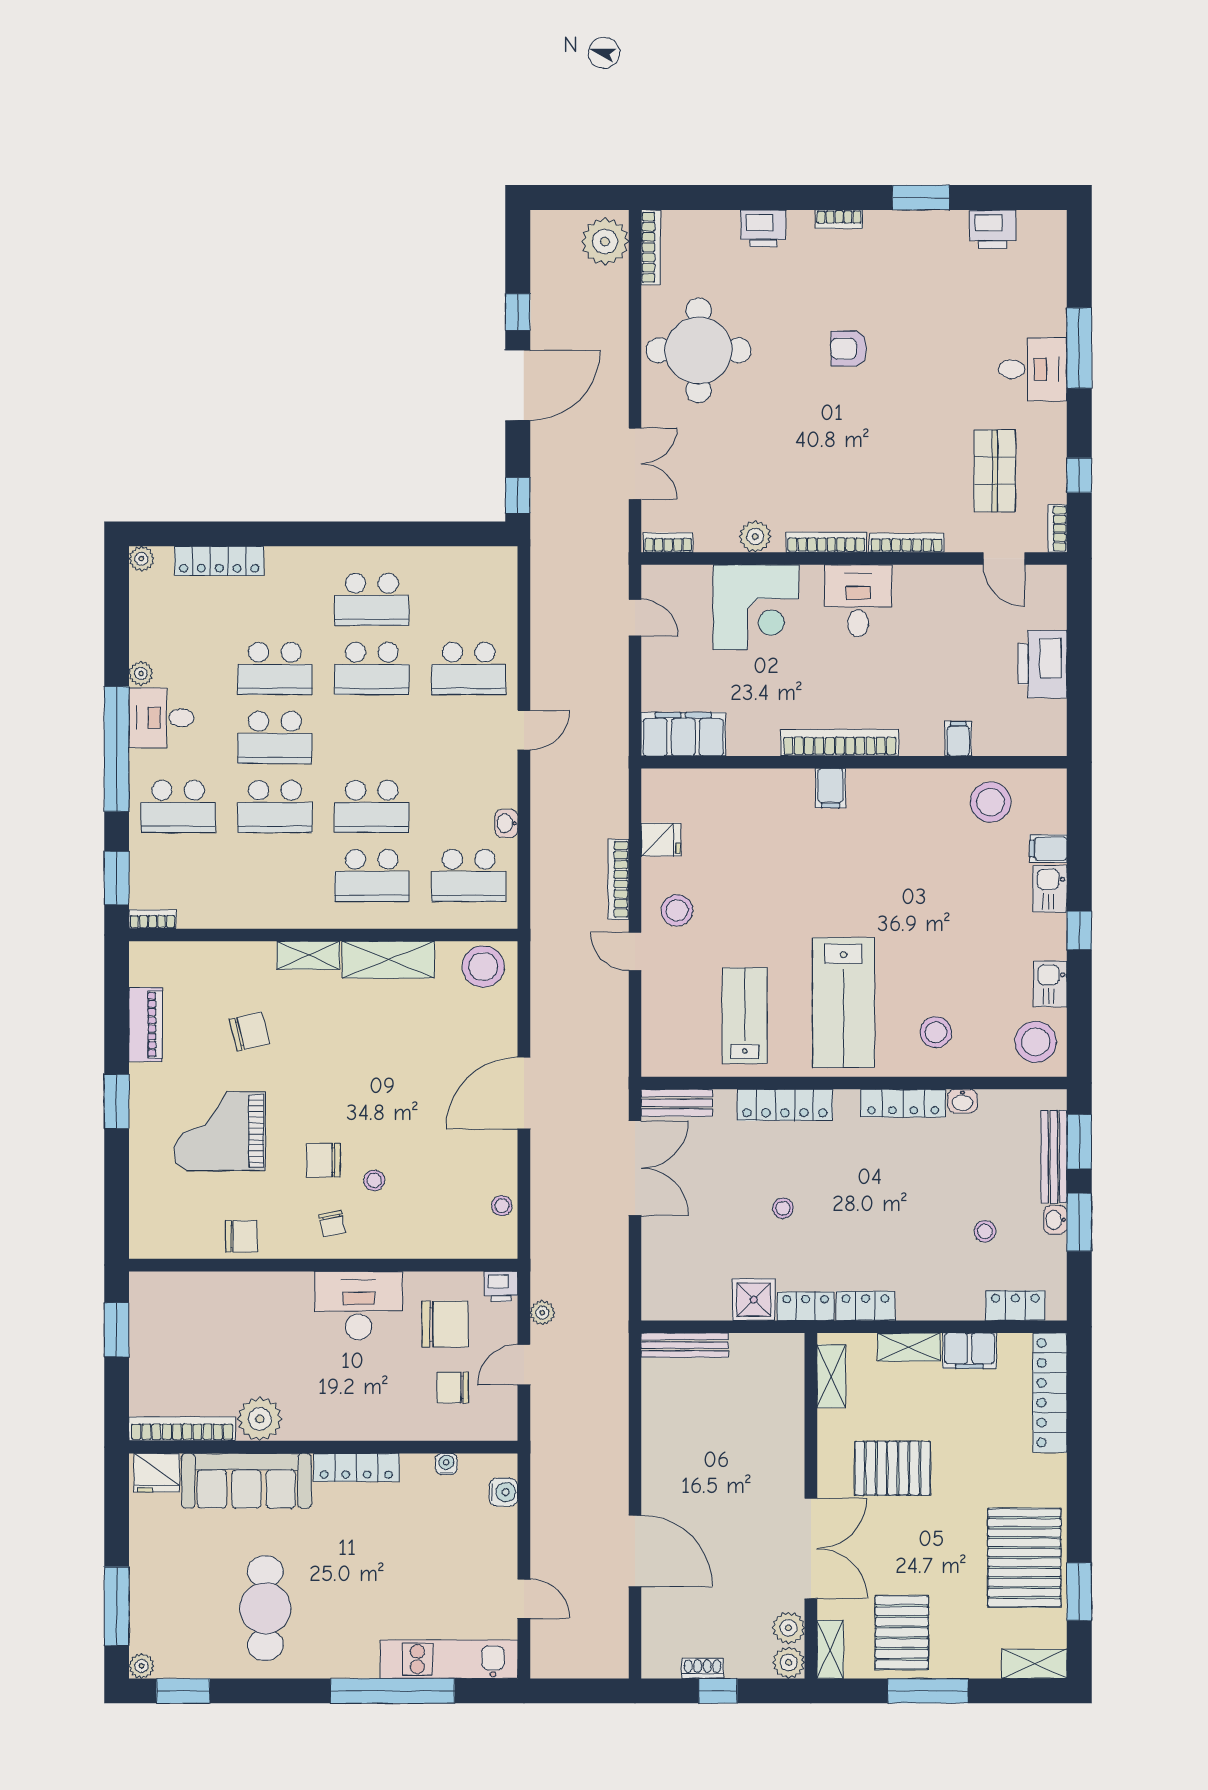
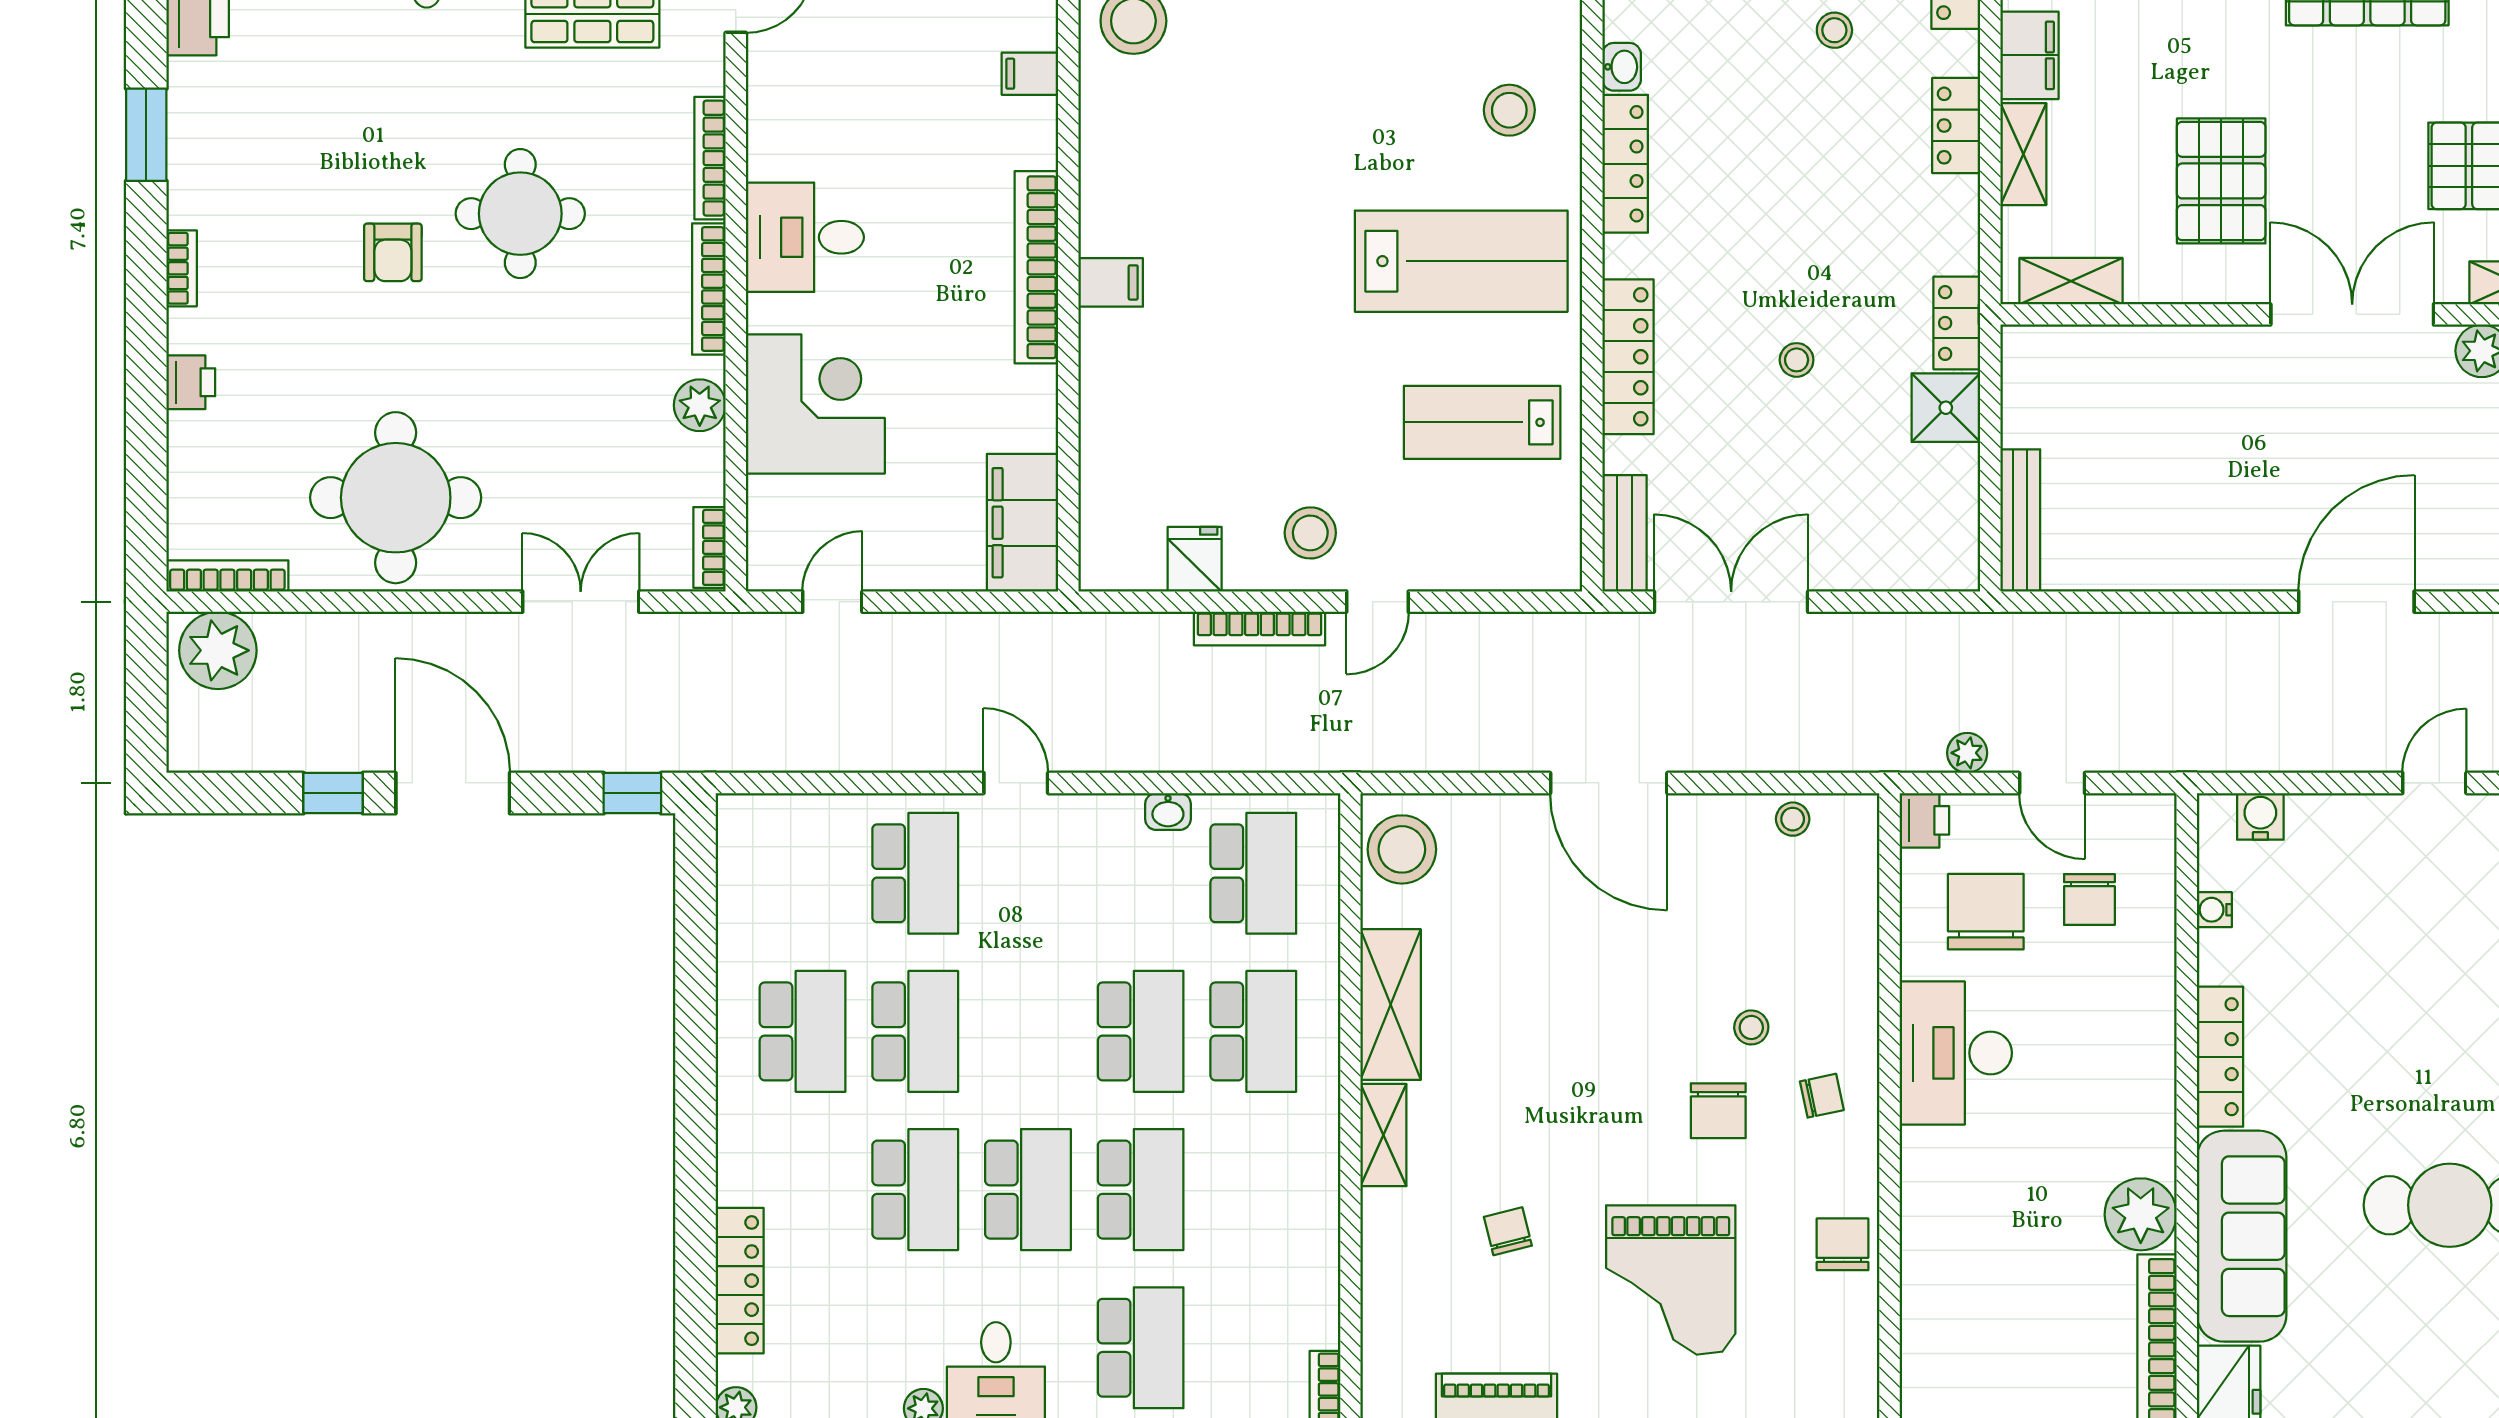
printer: (763, 228) -> (191, 382), width x0.73, depth x0.81
round table: (873, 427) -> (520, 214), added
chair: (249, 1031) -> (1508, 1231), width x0.73, depth x0.73
locker: (866, 1306) -> (1956, 126), moved

